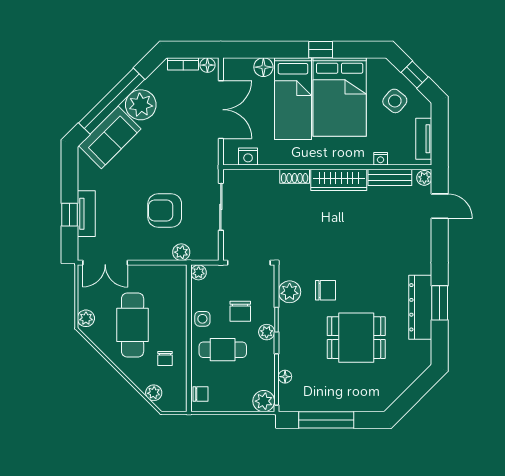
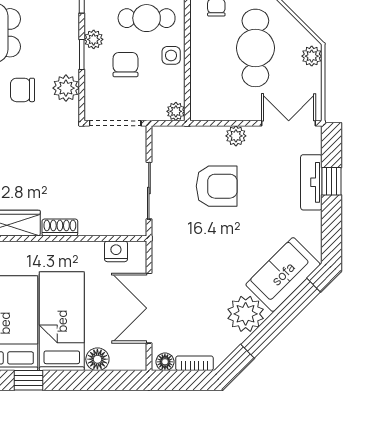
plant: (181, 252) -> (236, 136), moved

